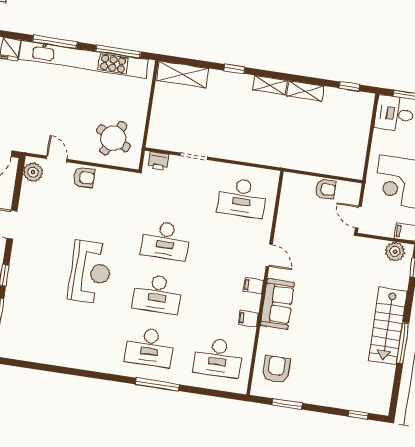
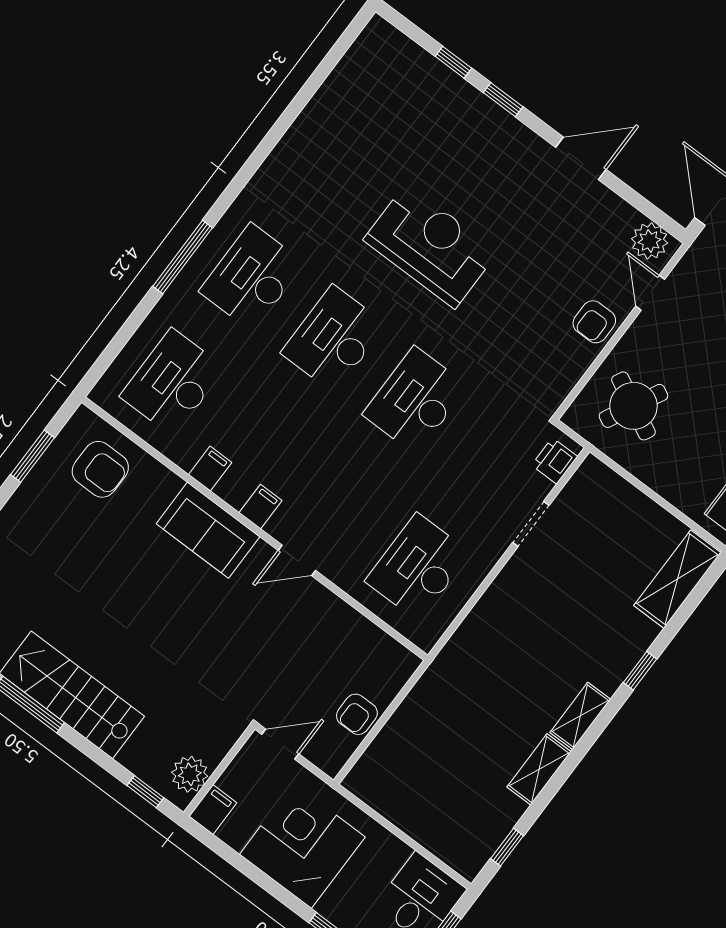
door: (57, 159) -> (650, 293), swing flipped
reception desk: (90, 272) -> (430, 246), turned 180

